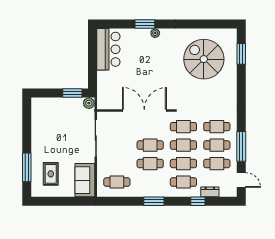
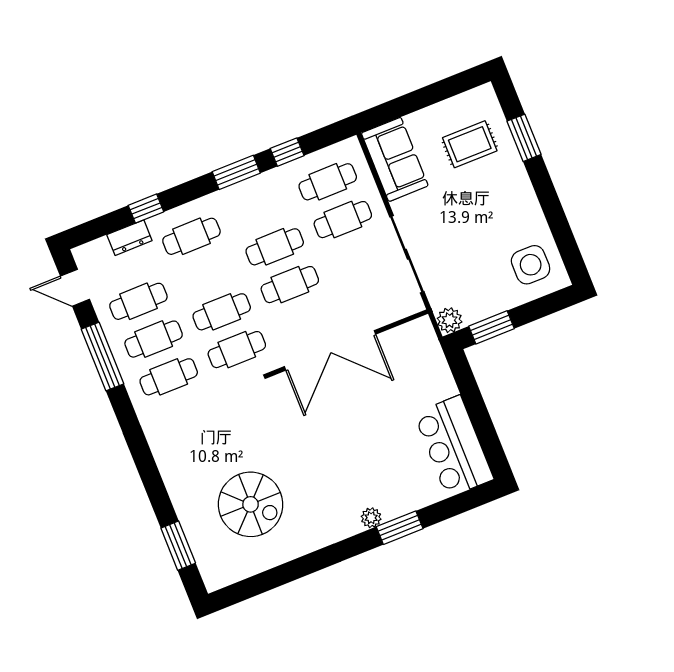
spiral stairs: (204, 59) -> (251, 504), width x0.73, depth x0.73
side table: (45, 113) -> (531, 265), added
cafe table: (183, 164) -> (343, 220), moved
window: (27, 167) -> (524, 138), width x0.69
rug: (51, 174) -> (470, 144), turned 90
window: (129, 201) -> (287, 152), added

